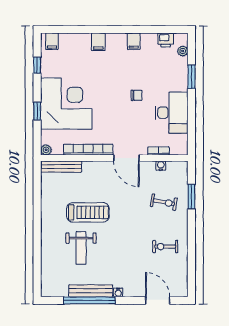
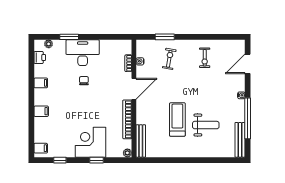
corner desk: (66, 104) -> (90, 142), width x0.74, depth x0.74
desk: (172, 113) -> (83, 53), moved
bench: (91, 291) -> (240, 140), moved

